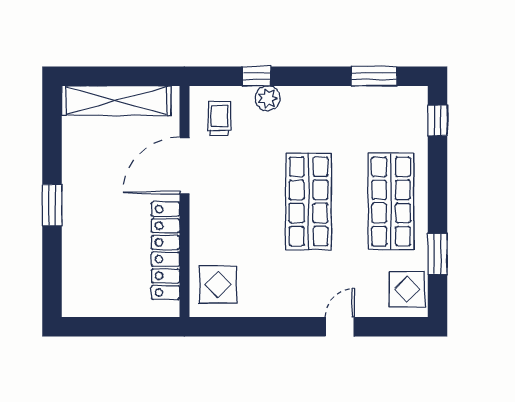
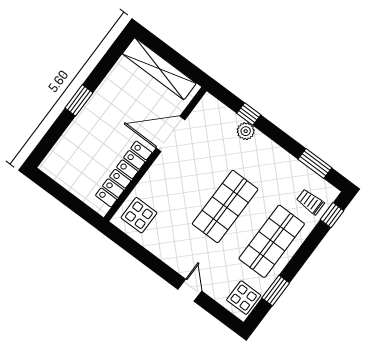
trolley: (219, 118) -> (310, 202), moved, turned -90
door: (340, 327) -> (190, 290), hinge flipped

